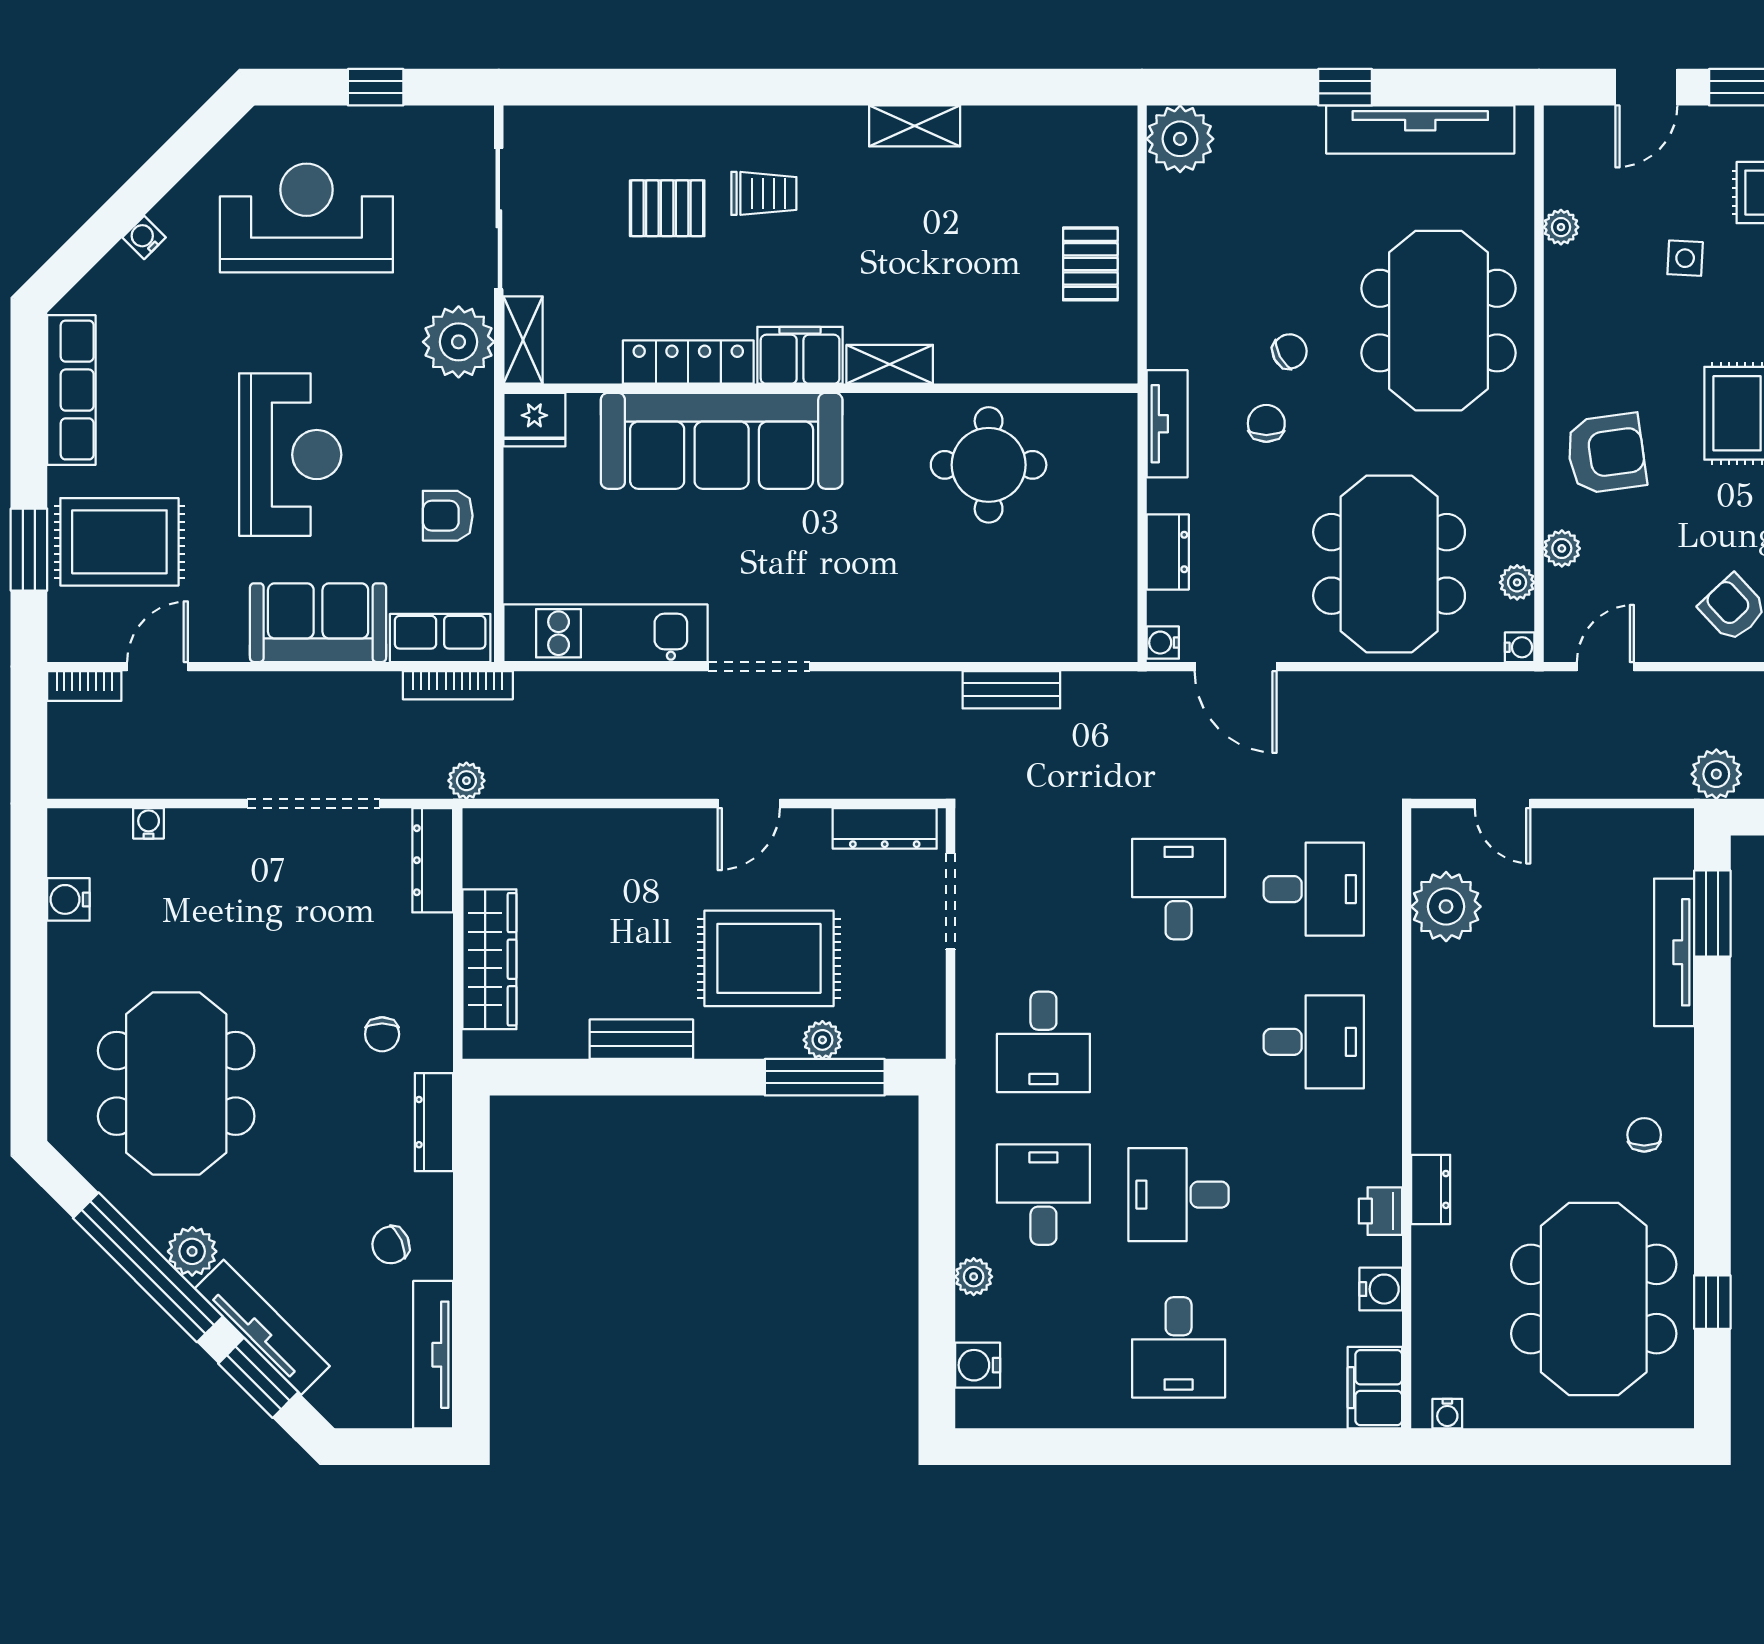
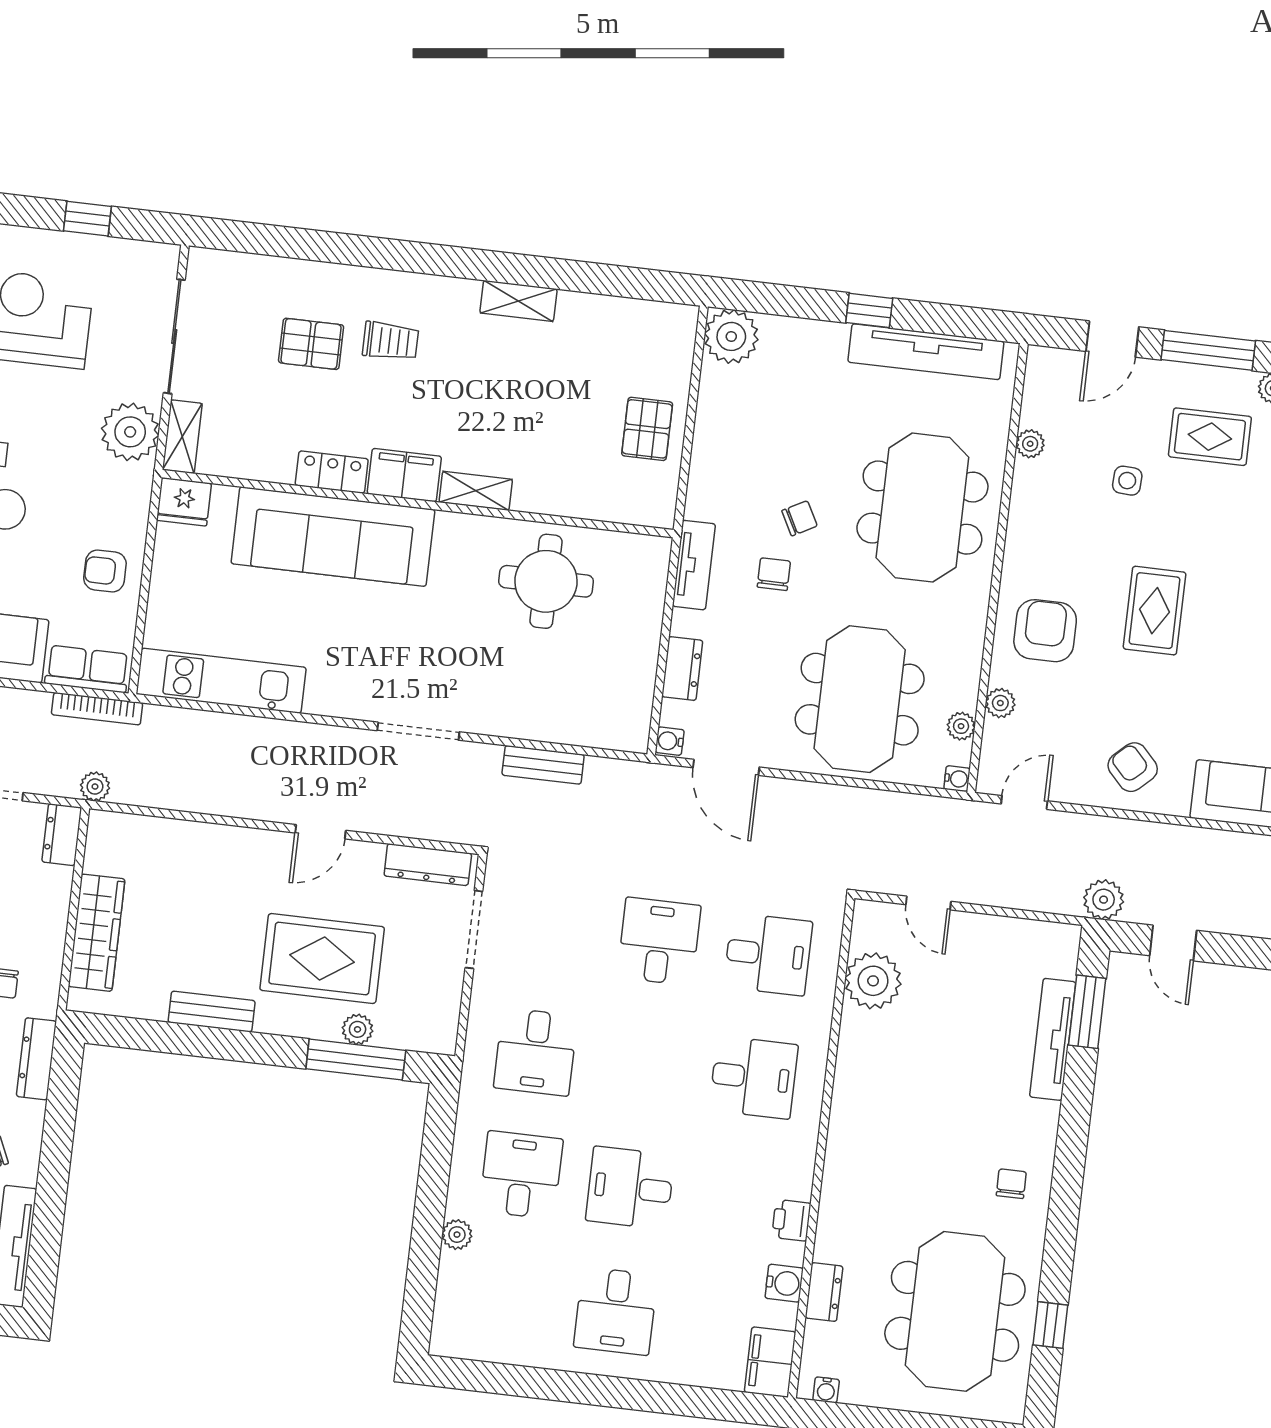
locker: (688, 362) -> (332, 472), width x0.66
armchair: (1606, 454) -> (1045, 631), turned -82
doorway: (759, 667) -> (418, 731), moved
dresser: (433, 860) -> (62, 835), width x0.70
dresser: (1431, 1189) -> (824, 1292), moved
water cooler: (978, 1365) -> (452, 1306), removed

